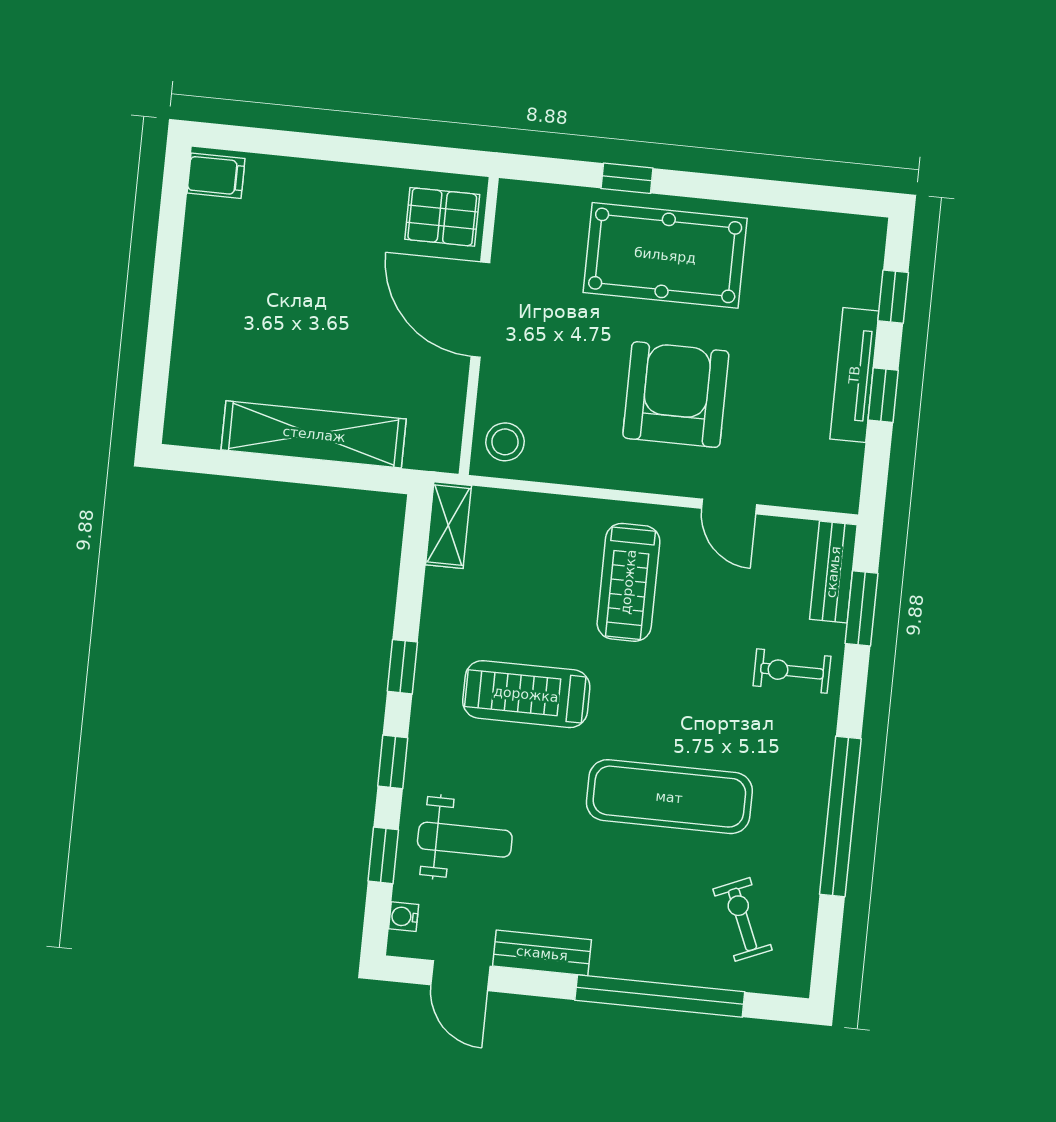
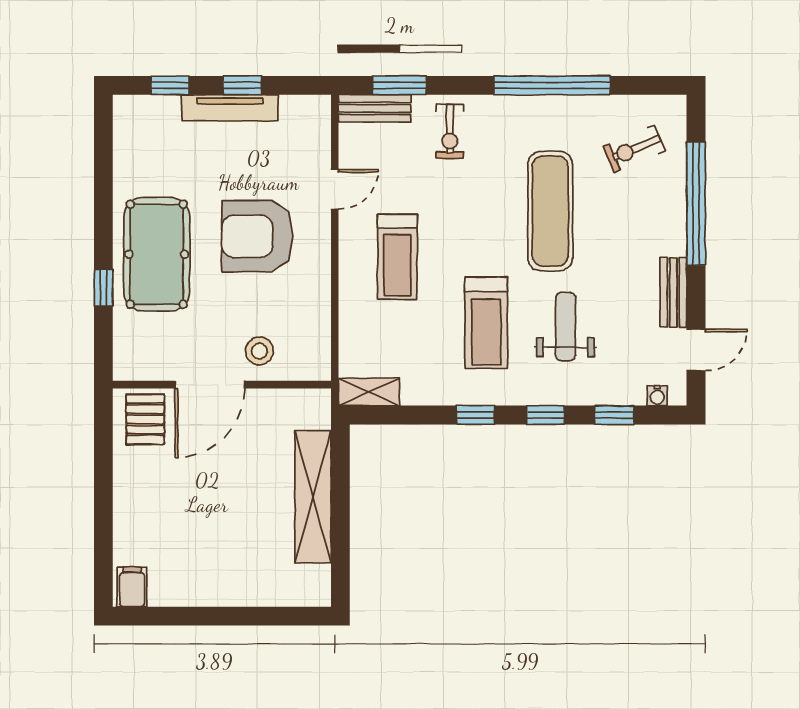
stool: (505, 442) -> (259, 351), moved
treadmill: (628, 582) -> (397, 257), turned 90
weight bench: (465, 840) -> (565, 327), moved

